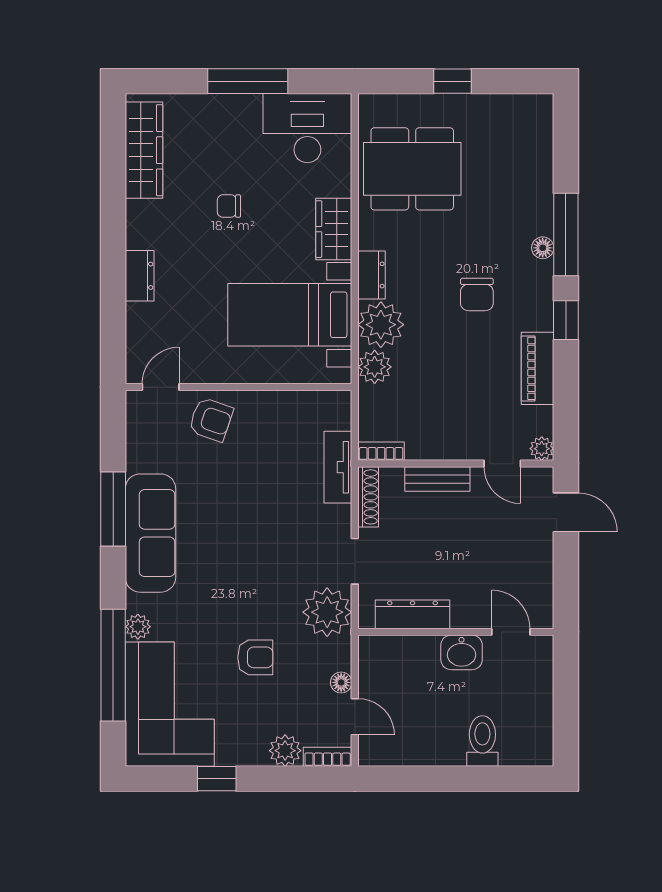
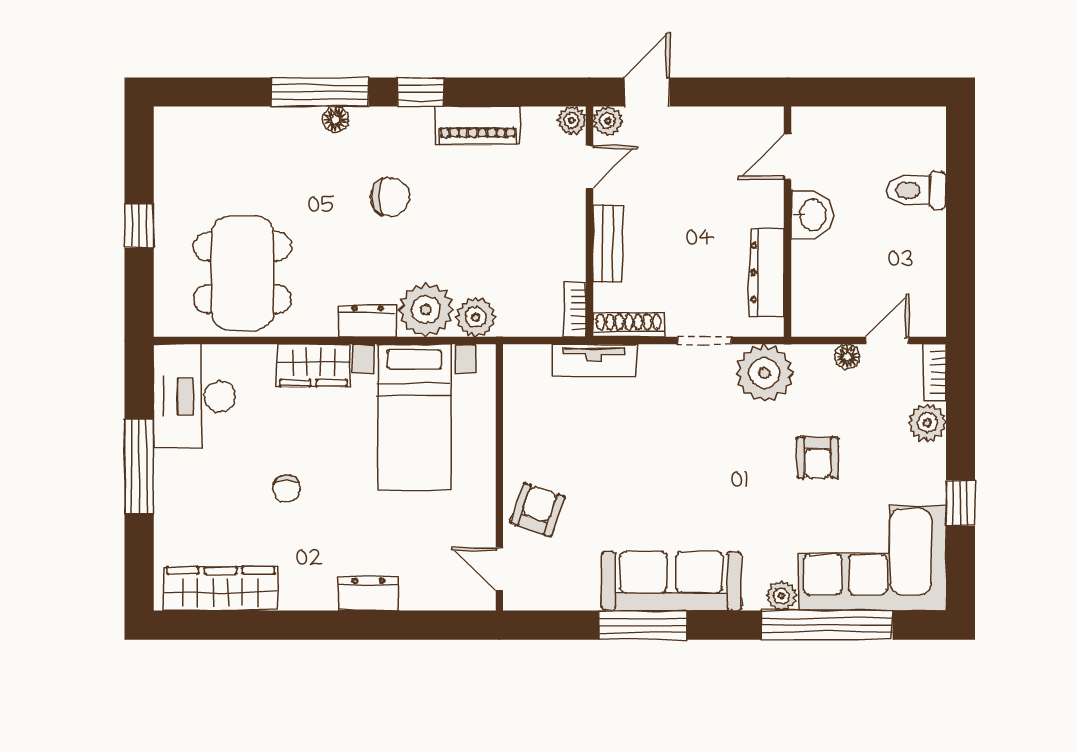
plant: (541, 479) -> (607, 121), added
armchair: (255, 657) -> (818, 458), turned 180

